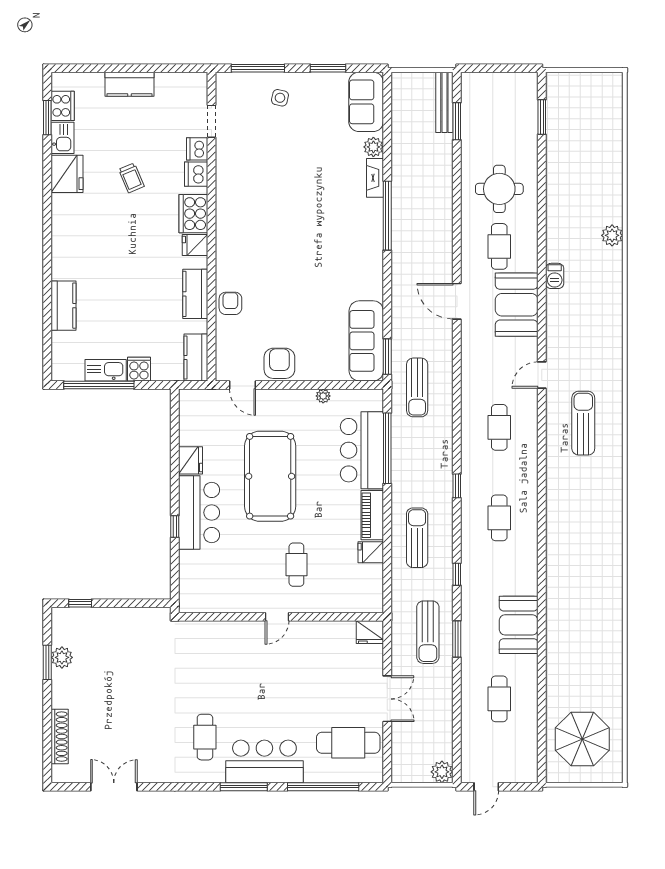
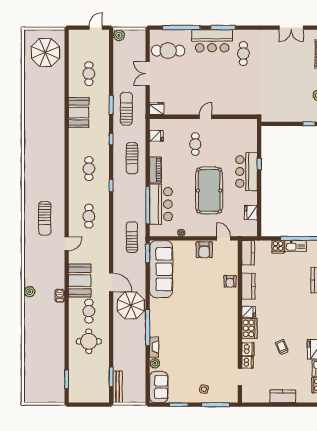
plant: (612, 235) -> (30, 292), moved
parasol: (419, 257) -> (131, 305), added
sofa: (366, 341) -> (161, 269), width x1.36, depth x1.27
fridge: (190, 460) -> (251, 213), moved
fridge: (371, 552) -> (156, 136), moved

